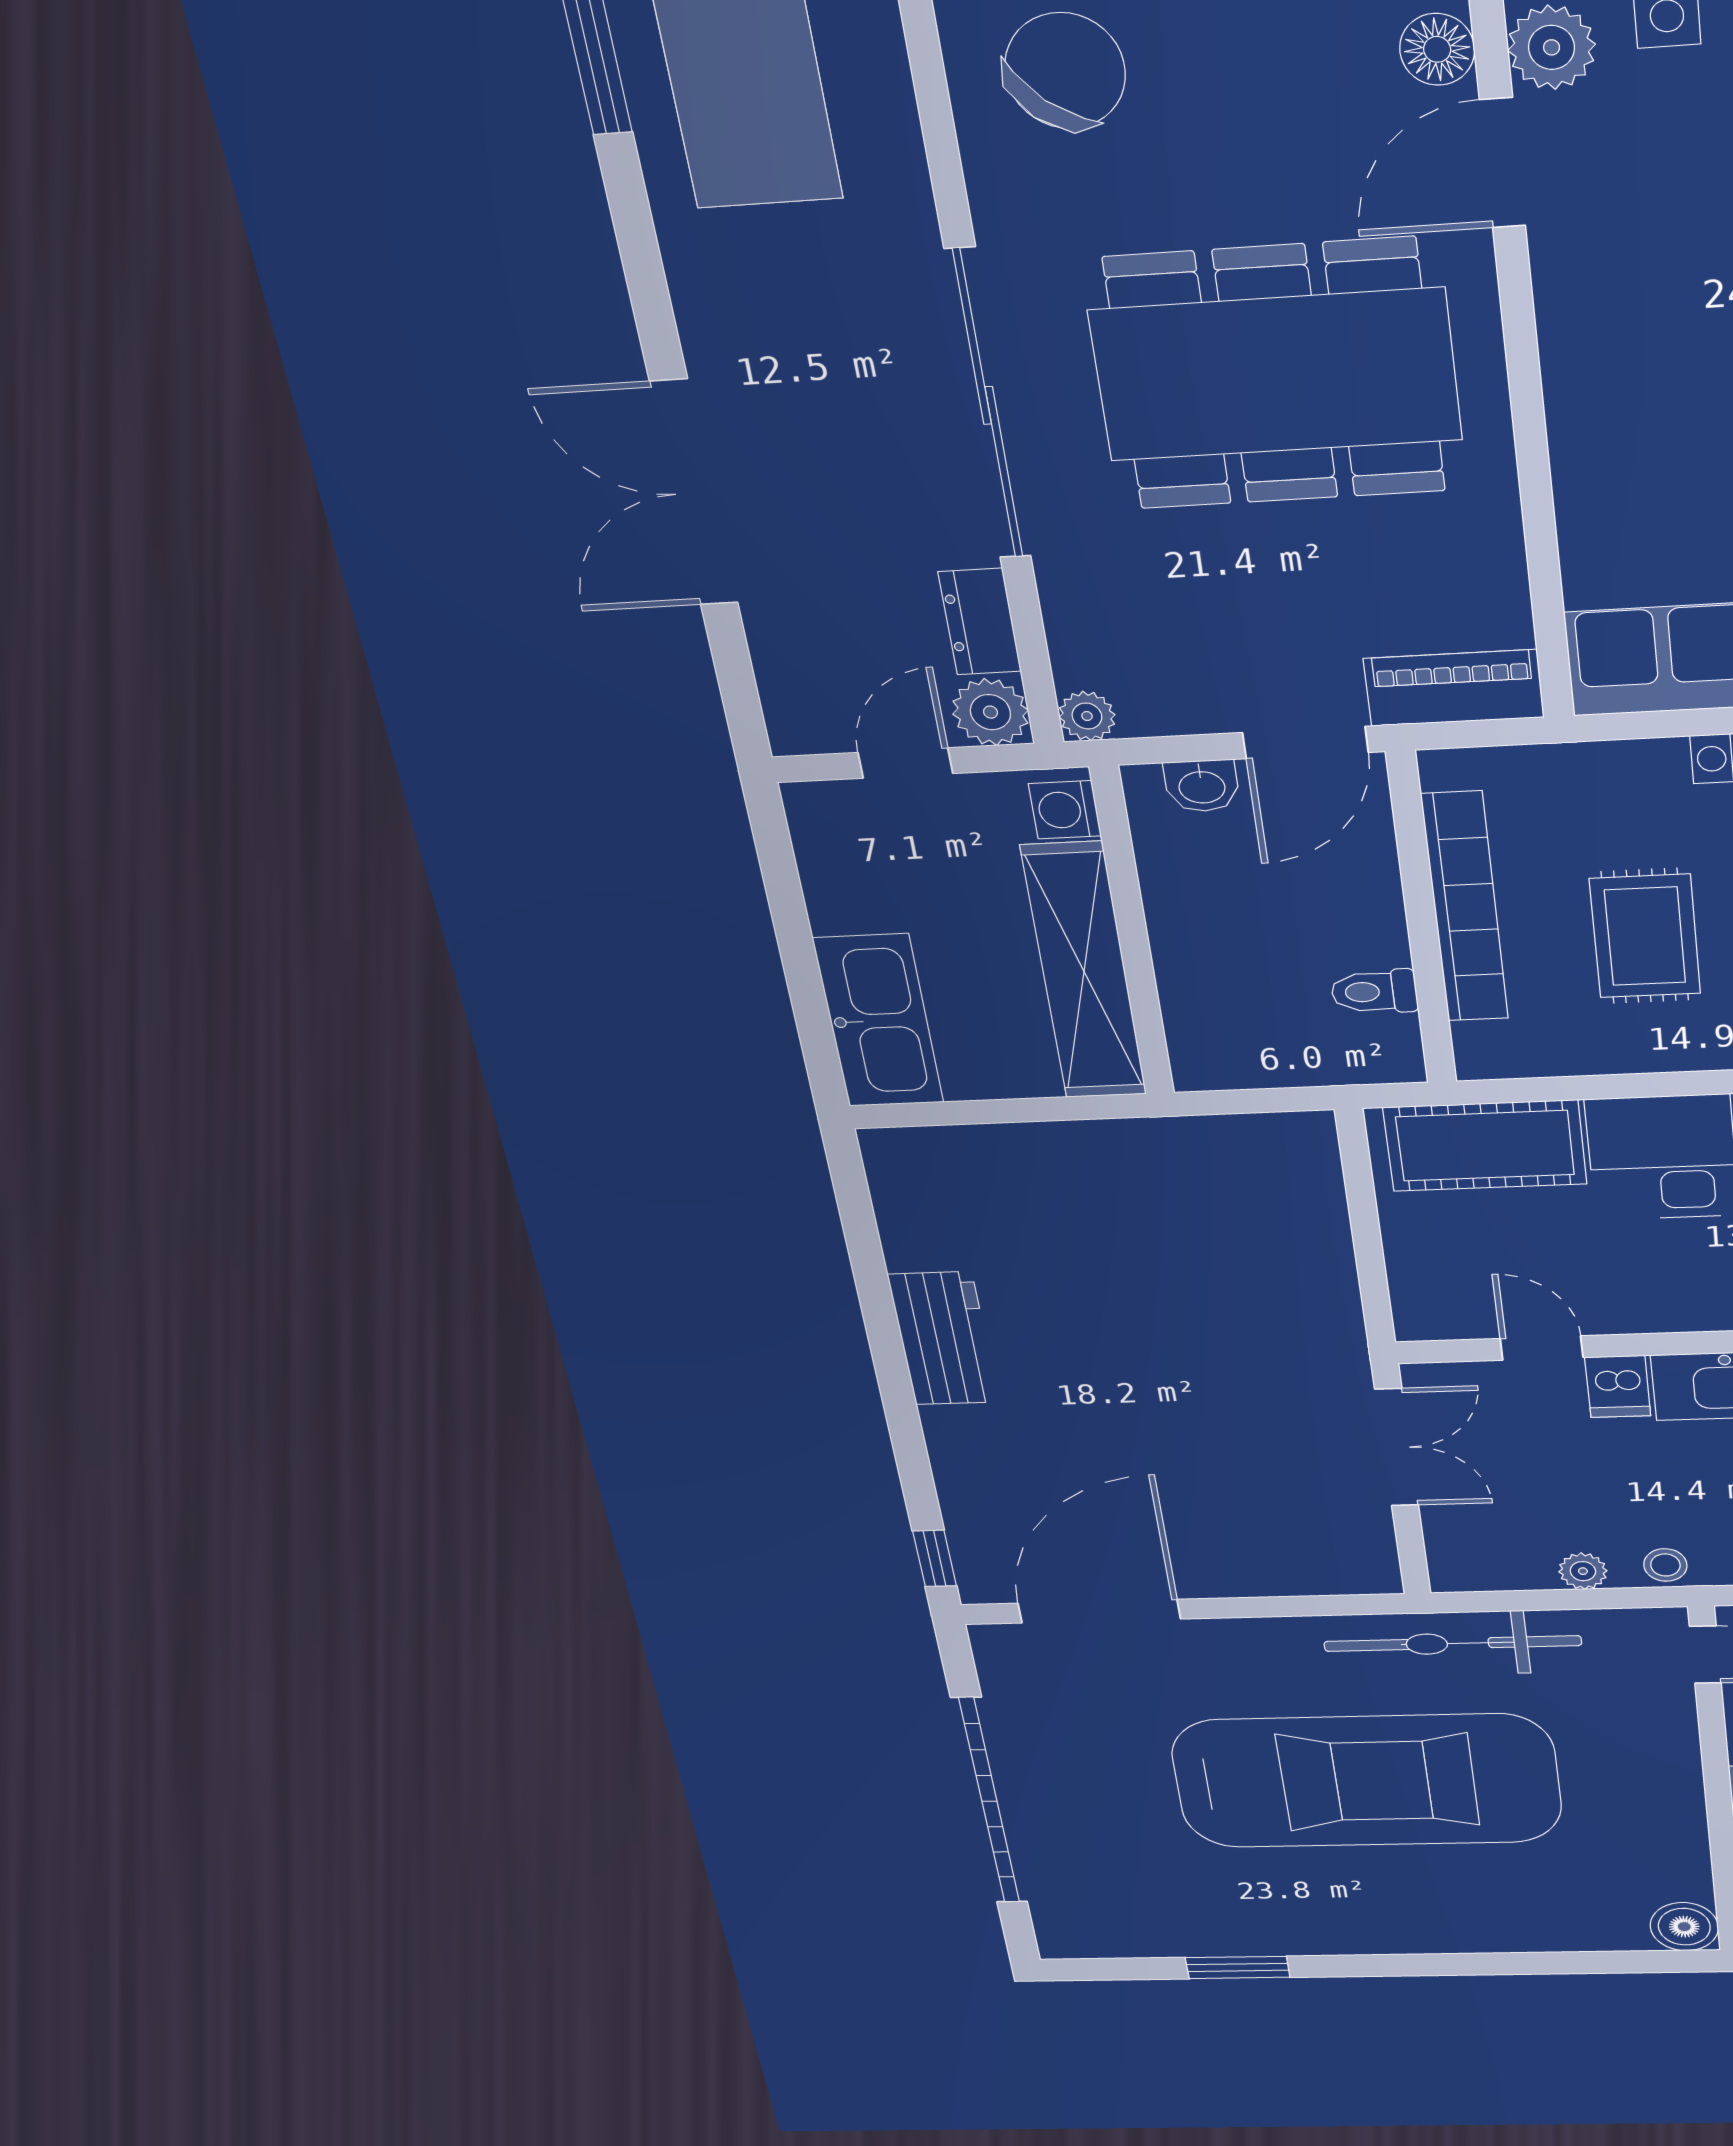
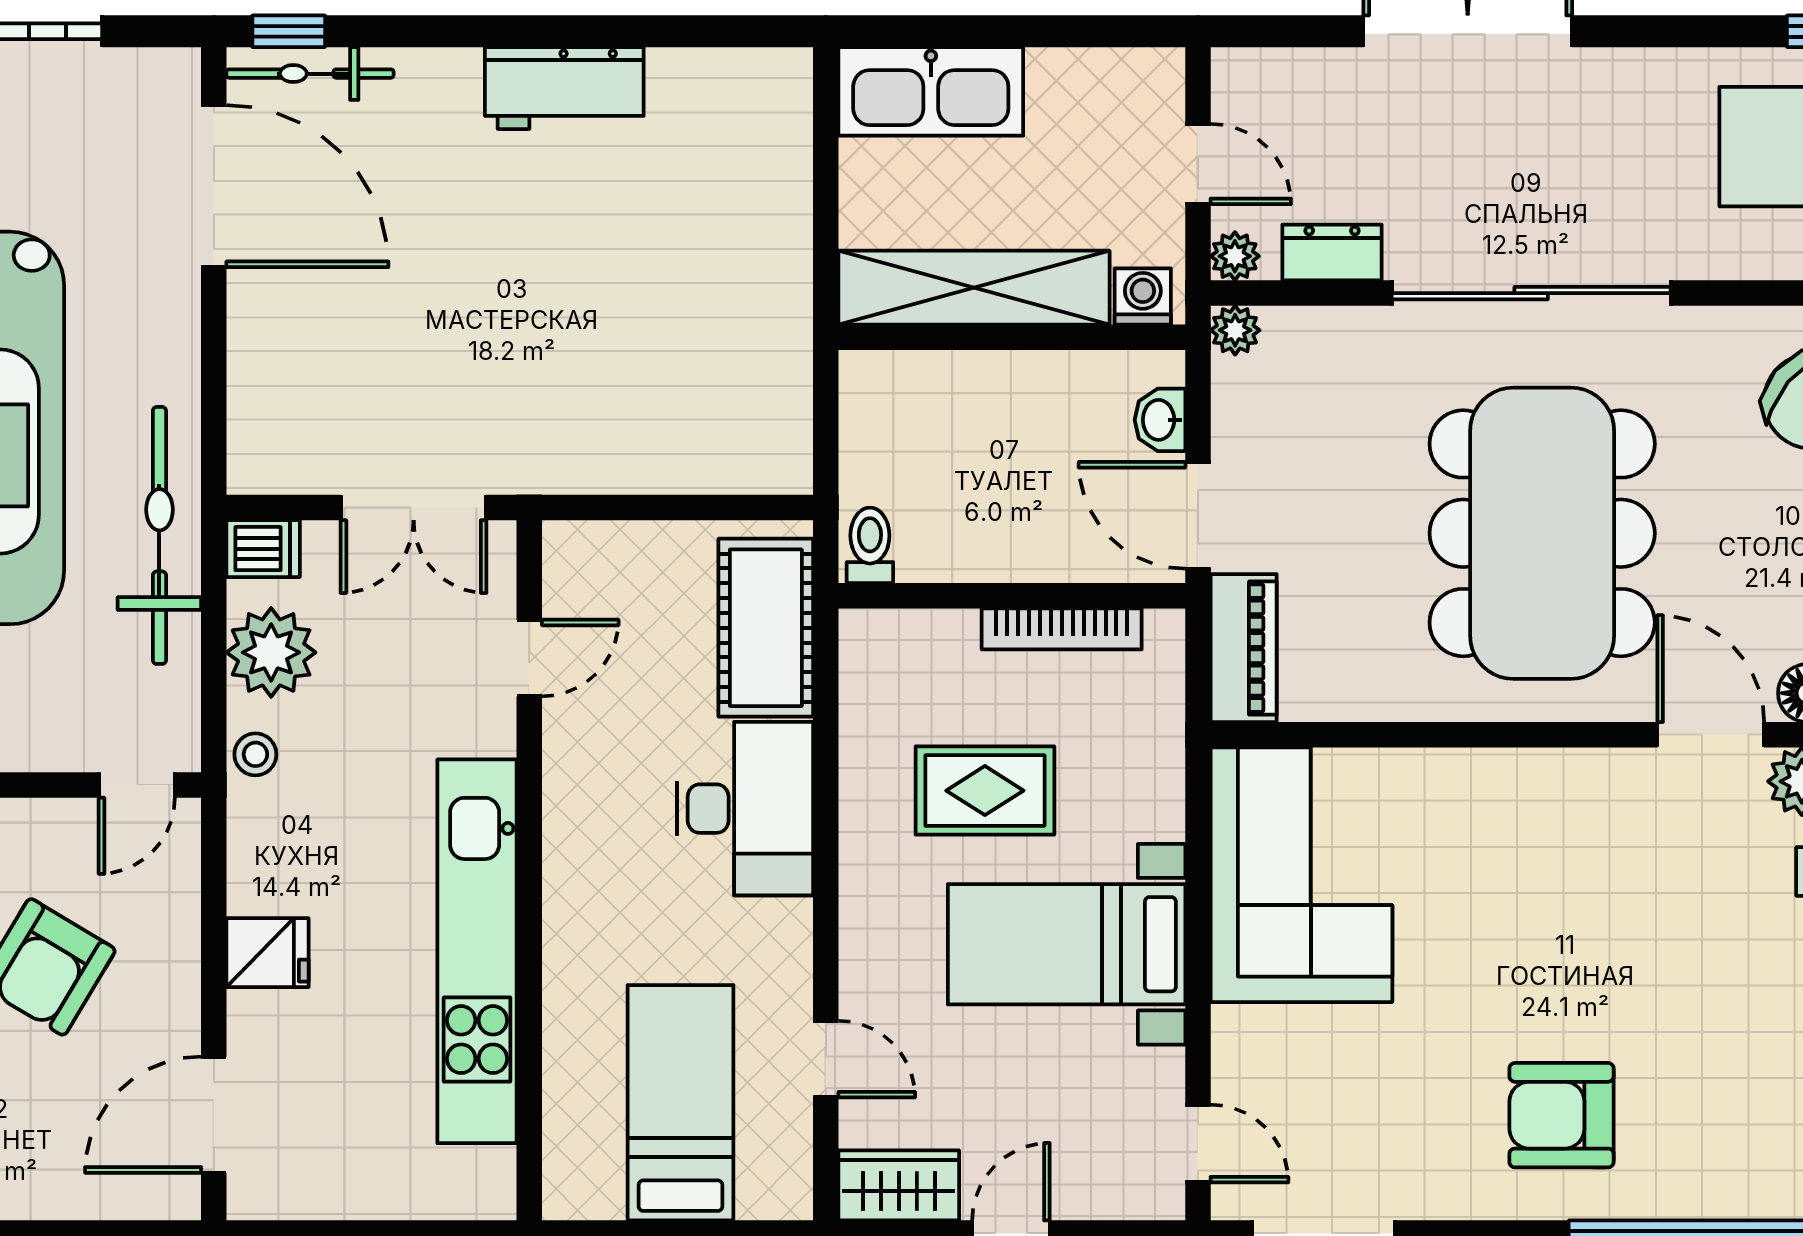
plant: (990, 712) -> (1235, 256), width x0.73, depth x0.73
bookcase: (1465, 908) -> (1062, 629), width x0.68, depth x0.76
toilet: (1374, 992) -> (870, 545), moved
dishwasher: (1618, 1387) -> (263, 549), moved, turned 180
bicycle: (973, 1541) -> (310, 74), added
plant: (1583, 1571) -> (271, 652), width x1.88, depth x1.88

